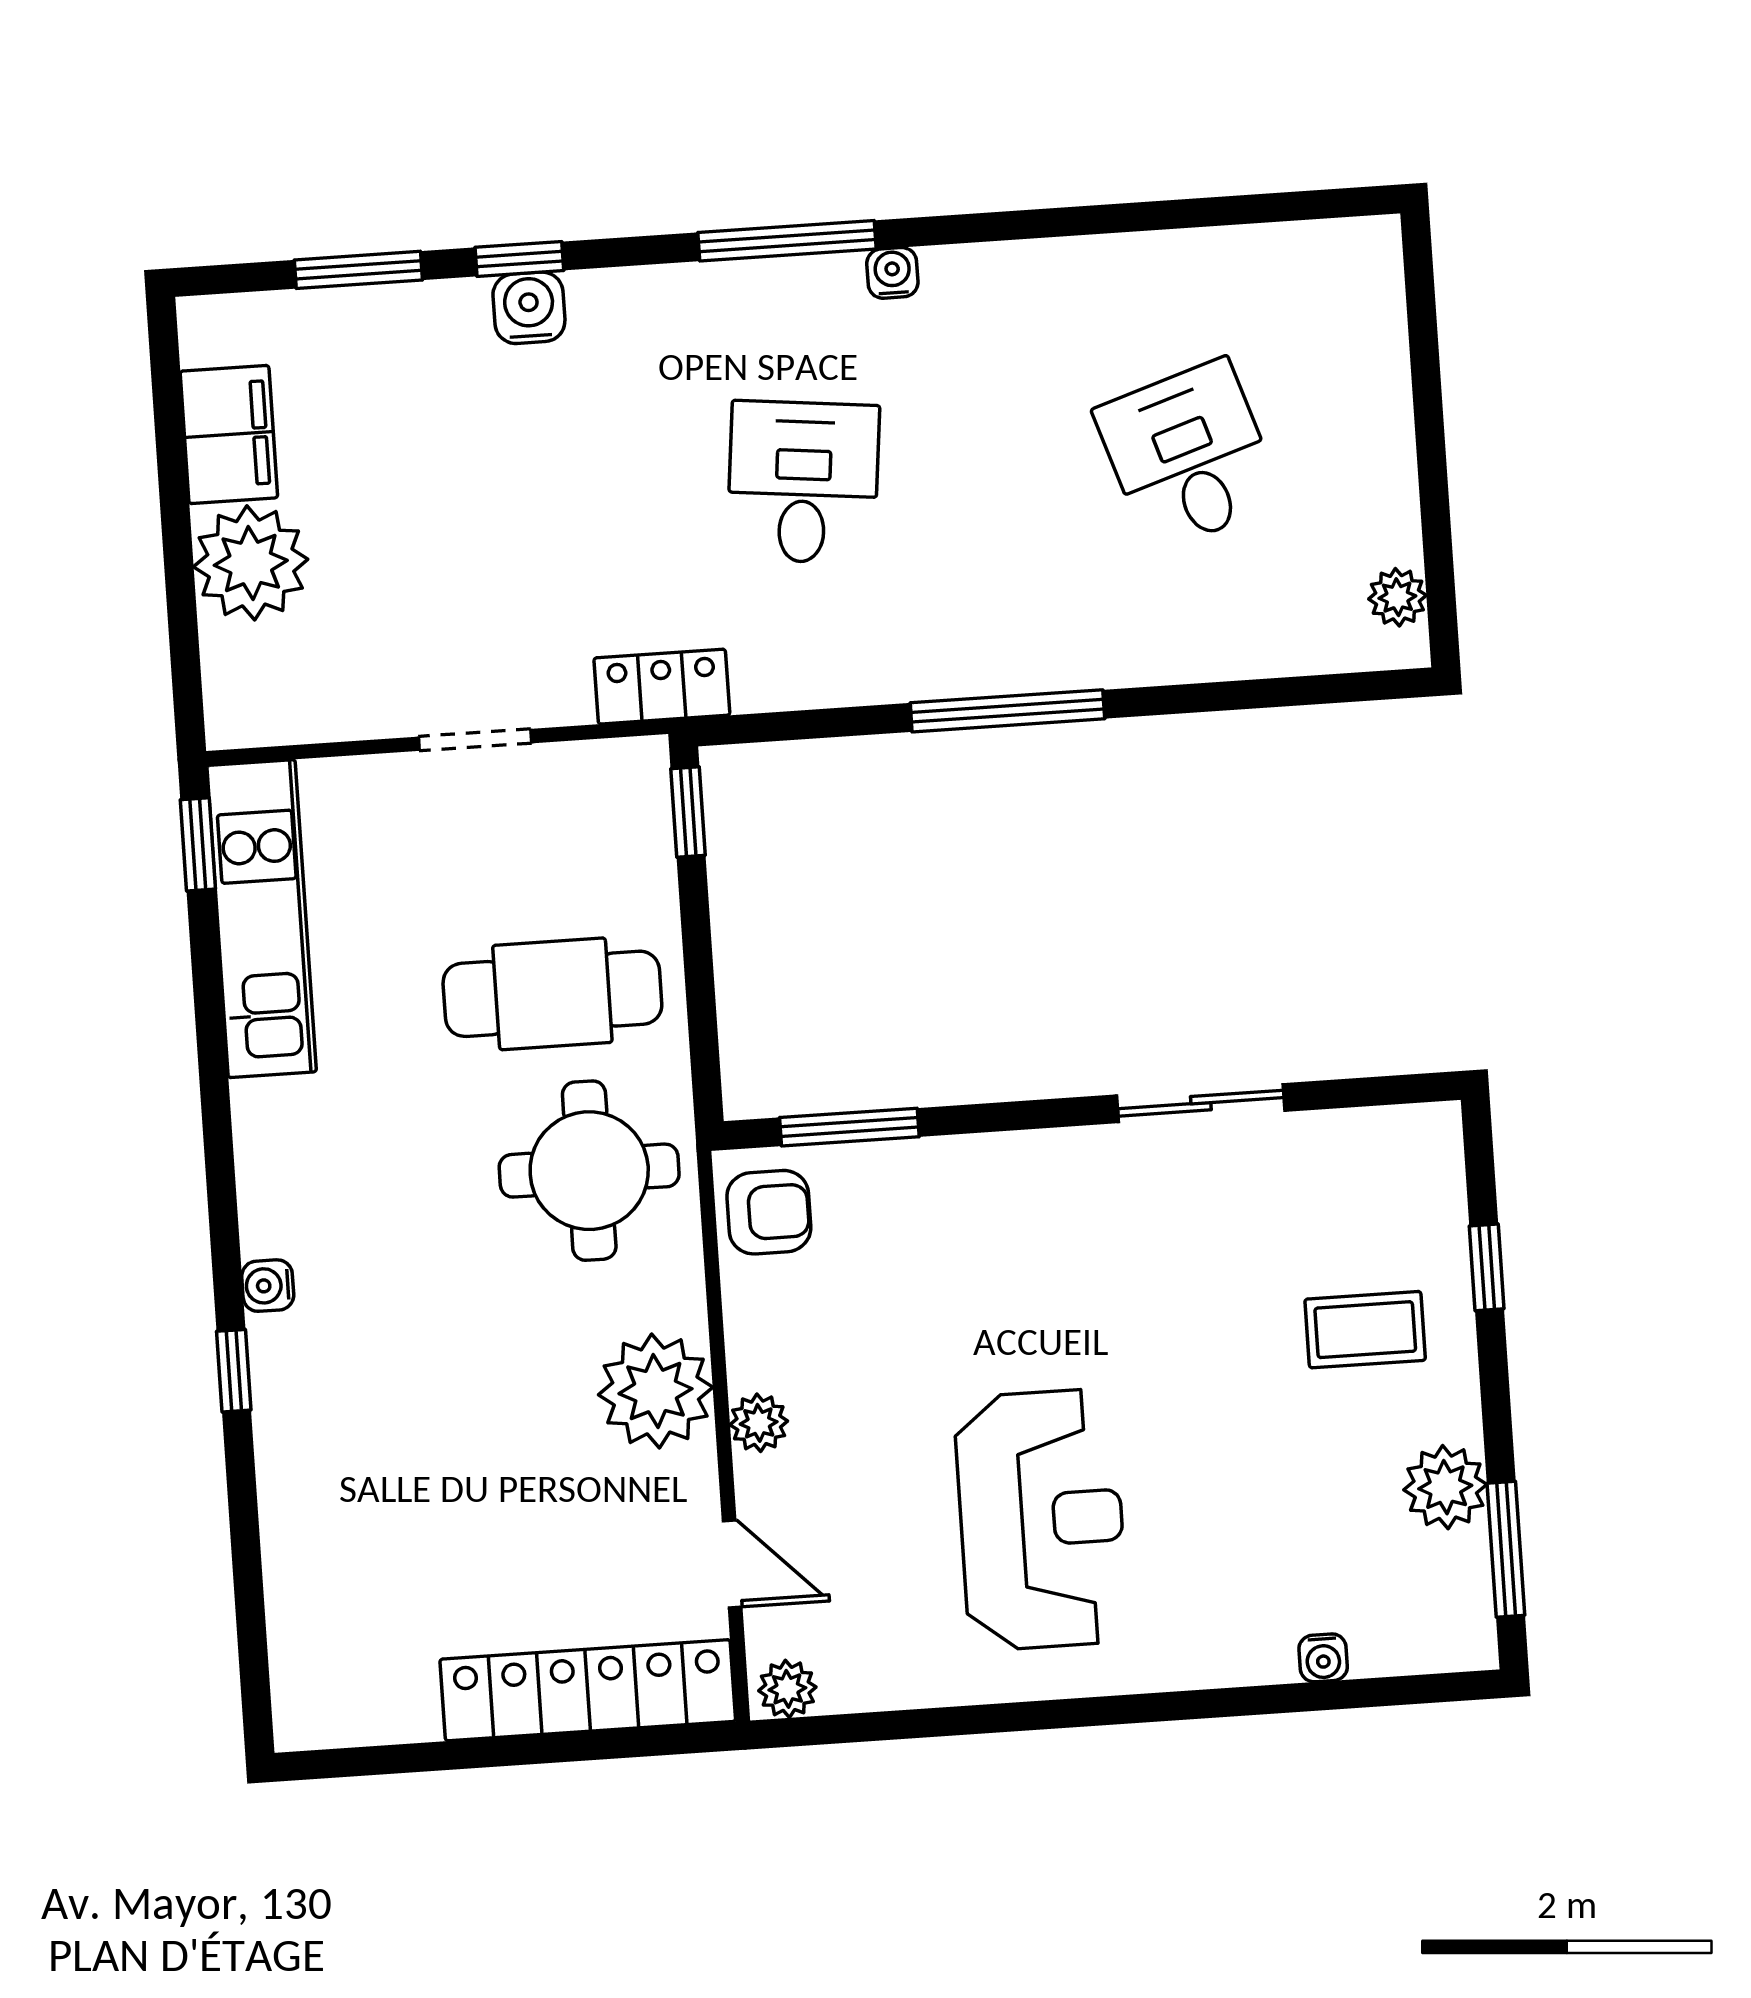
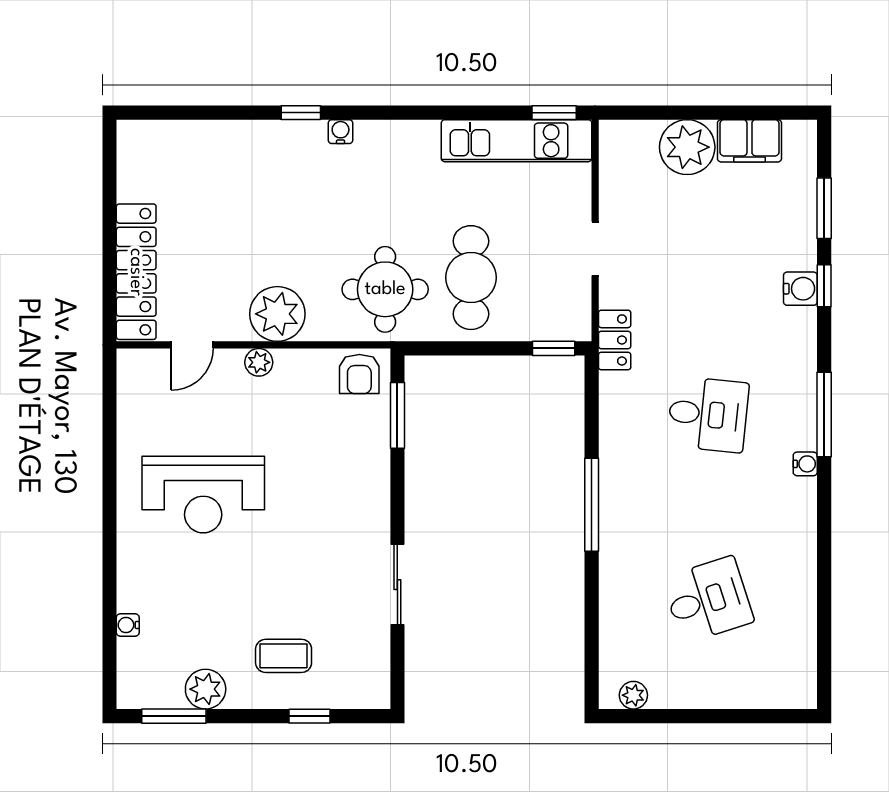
coffee table: (1365, 1330) -> (284, 656), turned 90
plant: (787, 1689) -> (130, 367), removed

